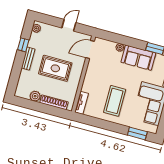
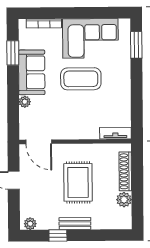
coffee table: (115, 101) -> (81, 79), moved

